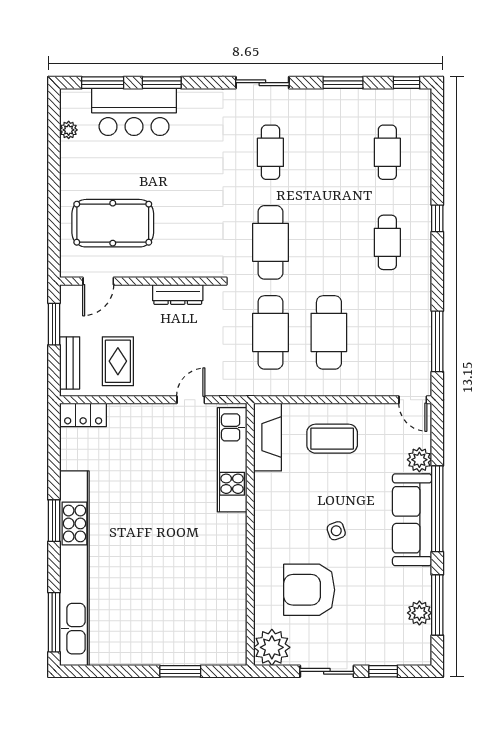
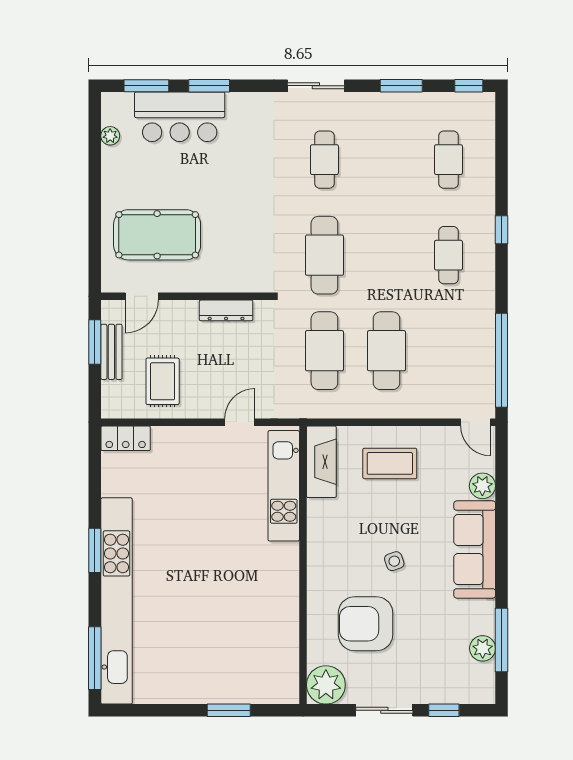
window: (437, 341) -> (501, 360), width x1.46
bench: (70, 363) -> (111, 352), moved
window: (437, 509) -> (501, 538), removed

